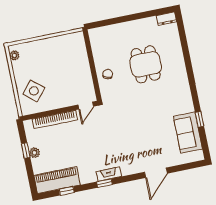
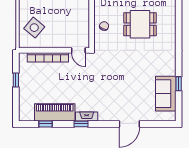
dining table: (146, 64) -> (140, 24), turned 90
door: (86, 106) -> (78, 50), hinge flipped
plant: (35, 153) -> (23, 84), removed
piano: (57, 180) -> (55, 112), moved

